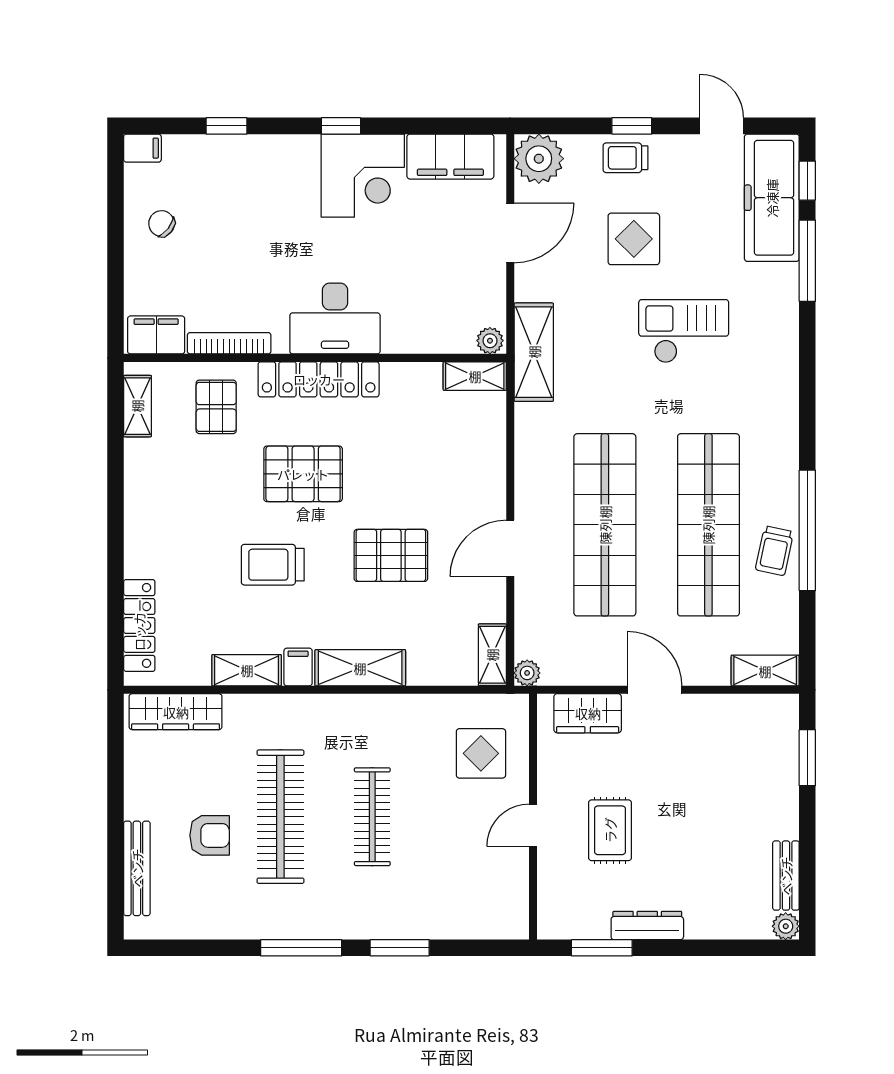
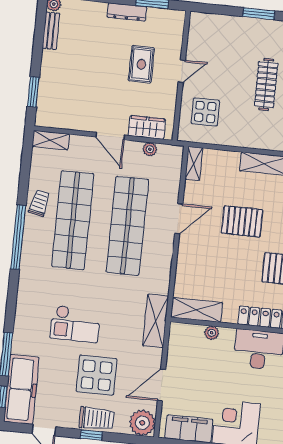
trolley: (625, 158) -> (97, 419), width x1.36, depth x1.39
display table: (634, 239) -> (97, 375), width x1.36, depth x1.36
plant: (490, 341) -> (212, 333), moved
shelving: (475, 376) -> (197, 310), width x1.50, depth x1.33
window: (807, 530) -> (18, 237), moved
plant: (527, 673) -> (150, 149), moved

